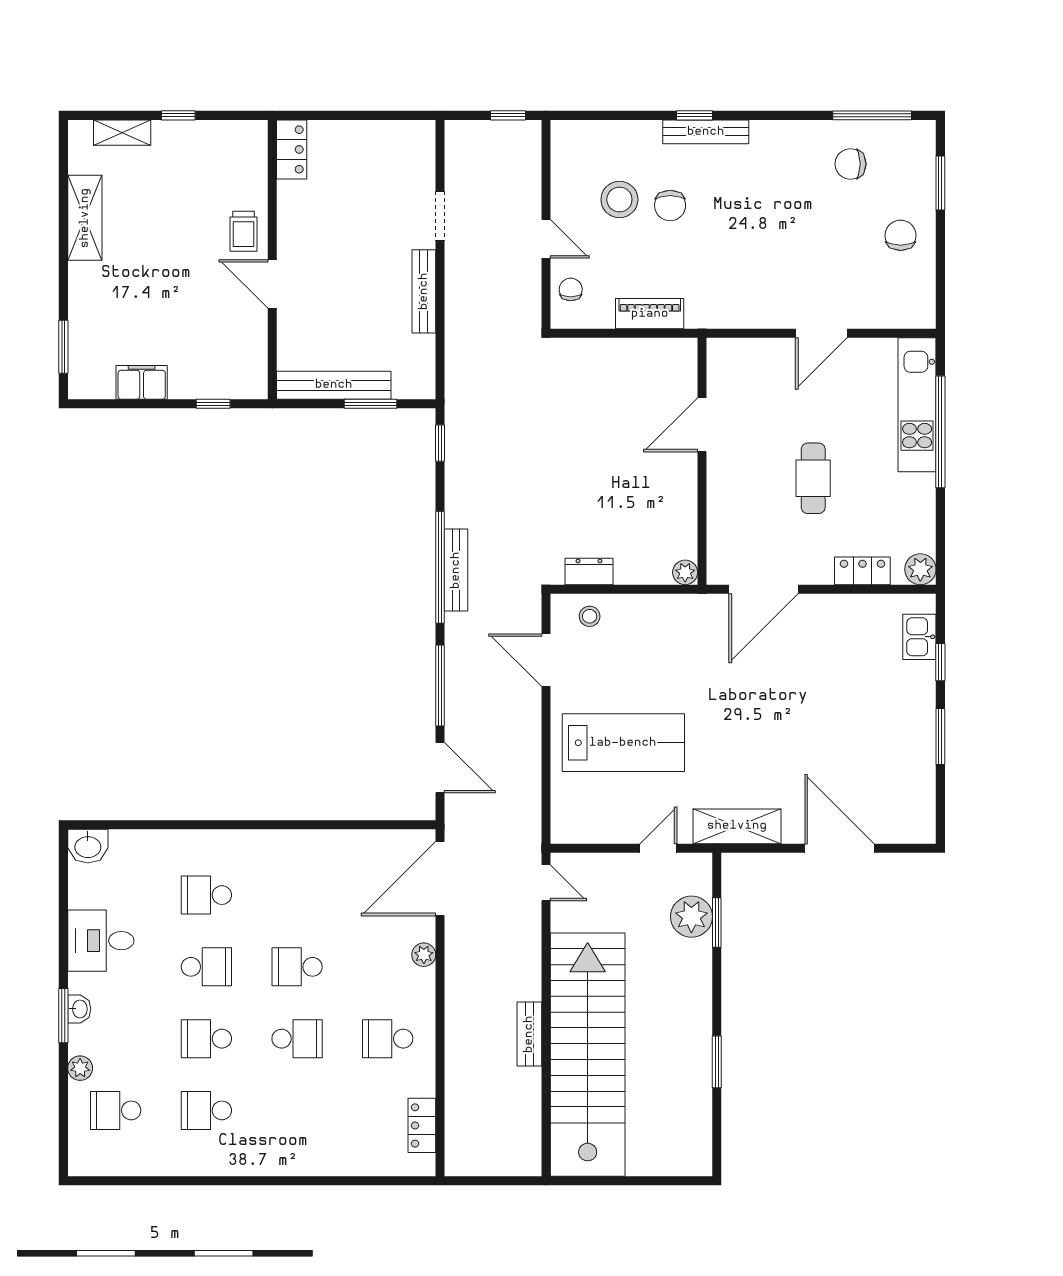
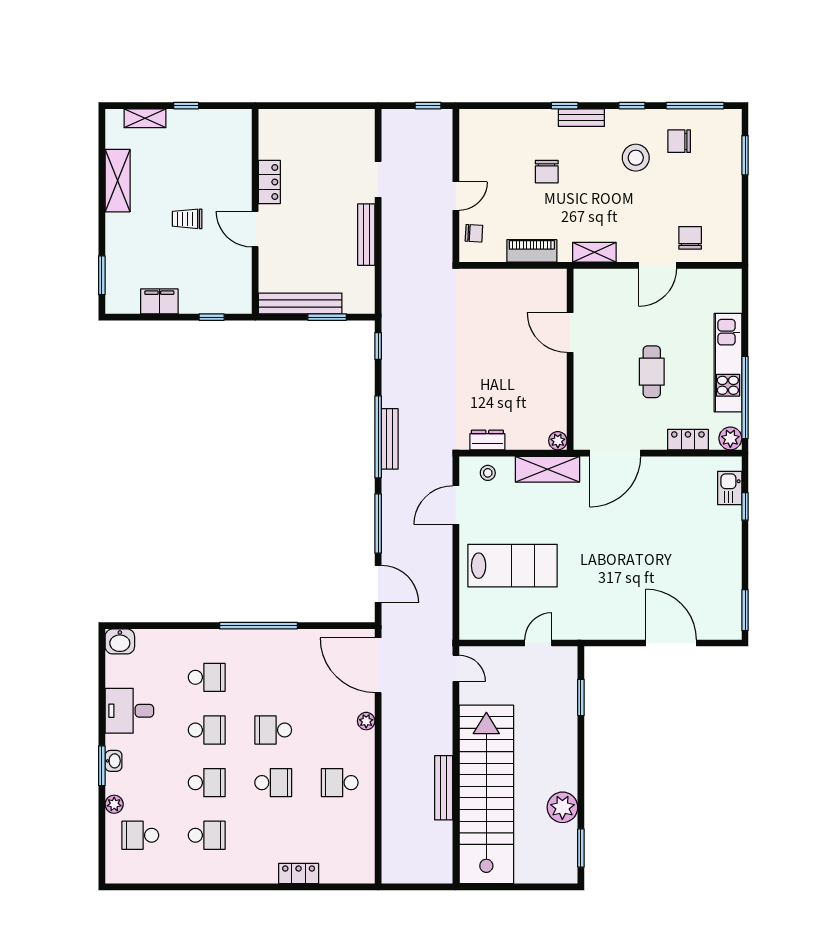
window: (786, 115) -> (632, 106), added
bench: (706, 132) -> (581, 118), width x0.73
locker: (292, 149) -> (269, 182), moved
stool: (619, 200) -> (636, 158), moved
trolley: (243, 231) -> (187, 219), moved, turned 90
chair: (901, 235) -> (690, 238), moved
door: (546, 239) -> (456, 196), hinge flipped
chair: (571, 289) -> (474, 233), turned 93
shelving: (735, 315) -> (594, 252), added
kitchen unit: (917, 405) -> (728, 363), moved
door: (702, 425) -> (570, 333), hinge flipped
window: (940, 432) -> (745, 398), moved
door: (546, 660) -> (456, 505), hinge flipped
window: (940, 736) -> (745, 610), moved
window: (277, 825) -> (258, 626), added
shelving: (737, 826) -> (547, 469), moved
door: (440, 879) -> (378, 665), hinge flipped
school desk: (206, 895) -> (207, 677), turned 180
plant: (691, 917) -> (562, 807), moved
bench: (529, 1034) -> (444, 788), width x1.36
school desk: (206, 1039) -> (207, 783), turned 180
window: (717, 1062) -> (581, 848), moved
school desk: (206, 1110) -> (207, 835), turned 180
locker: (422, 1125) -> (299, 874), moved, turned 90

